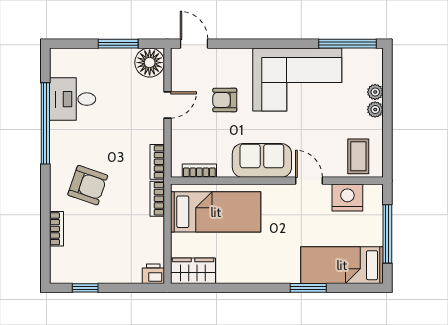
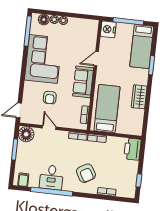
filing cabinet: (62, 67) -> (23, 180), added
floor lamp: (373, 72) -> (44, 20), added
desk: (73, 99) -> (51, 177), moved
coffee table: (358, 156) -> (86, 32), removed
armchair: (88, 185) -> (86, 173), turned 131
nightstand: (347, 198) -> (108, 29), moved
wardrobe: (193, 271) -> (139, 97), moved
printer: (153, 274) -> (132, 149), width x1.87, depth x1.48

